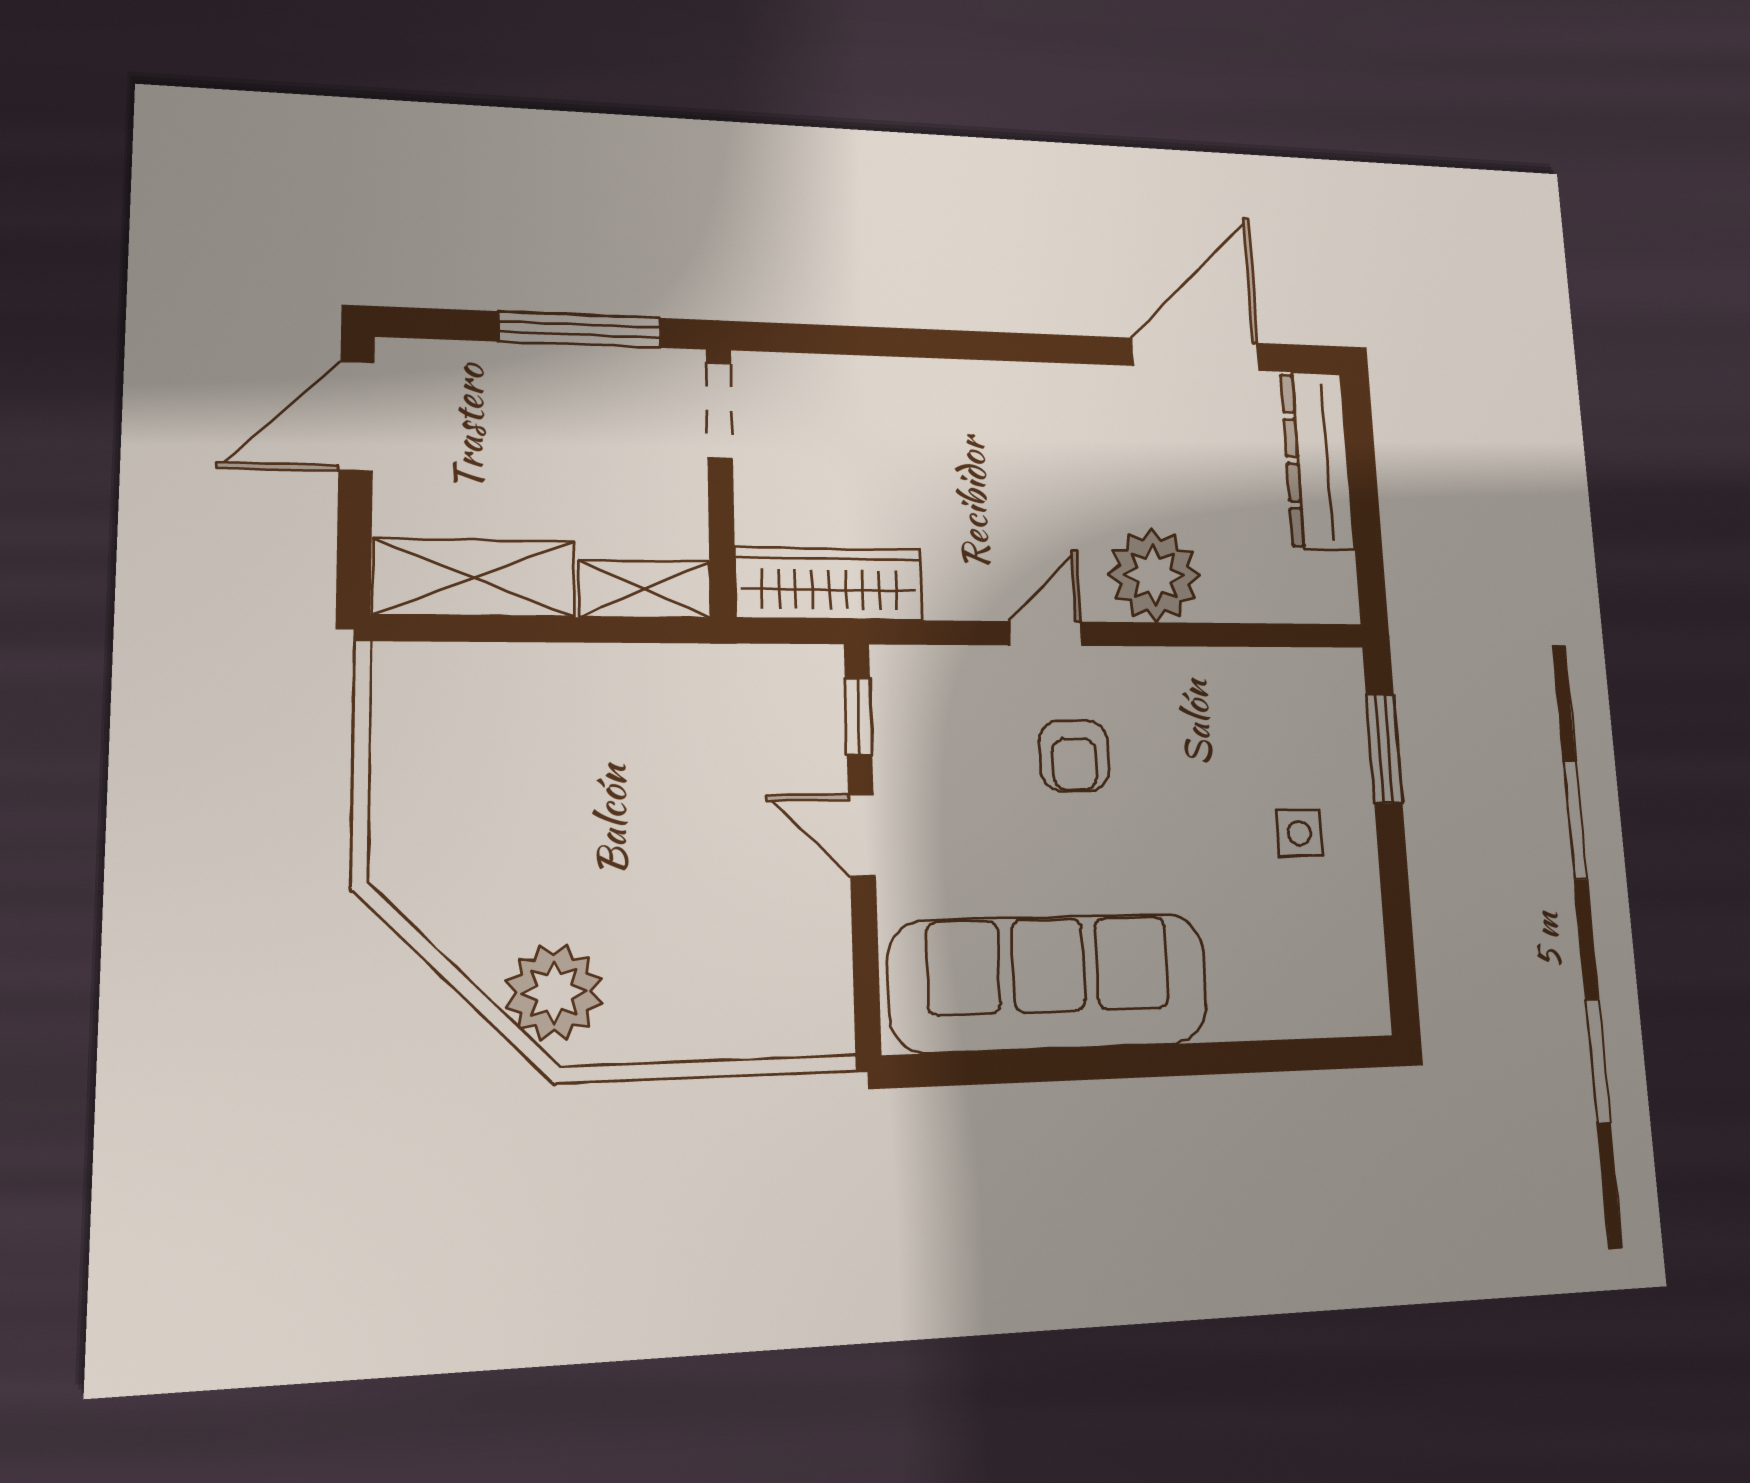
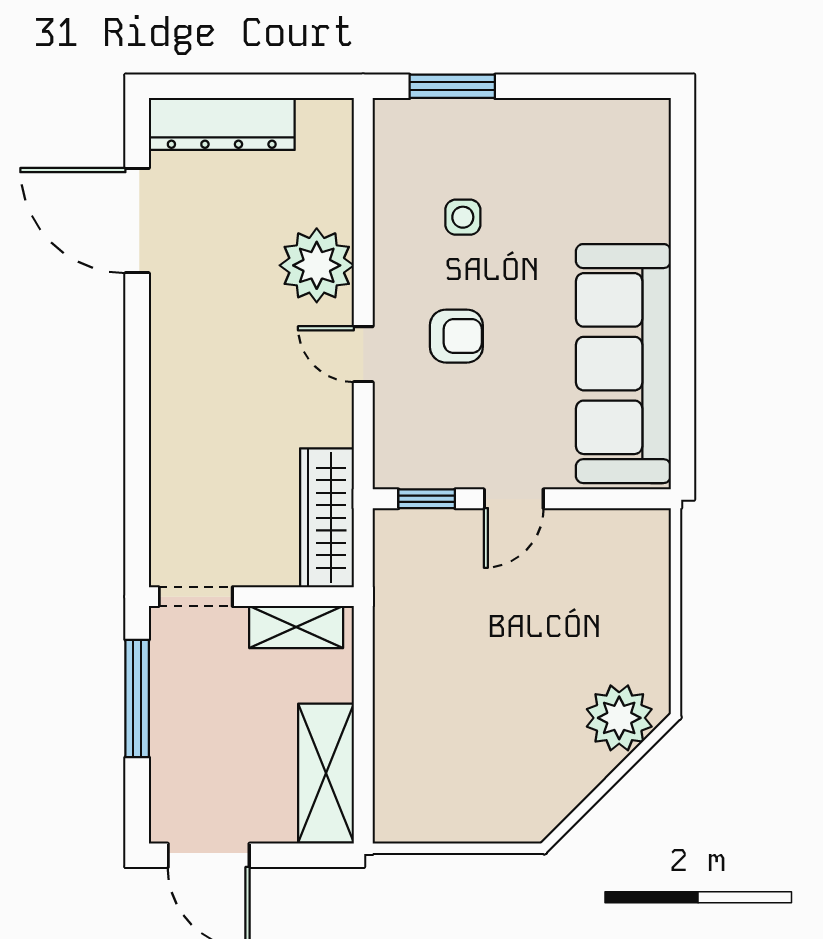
shelving: (645, 589) -> (296, 627), moved, turned 90
side table: (1299, 833) -> (463, 217), moved

